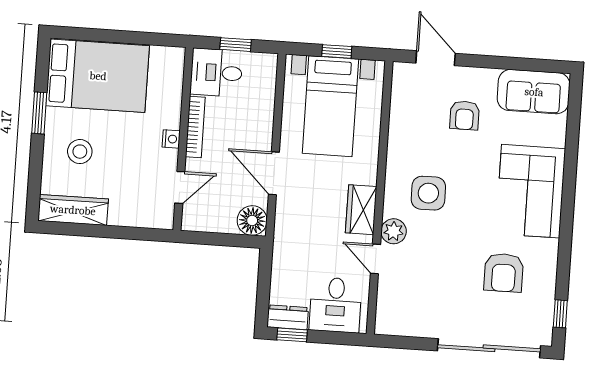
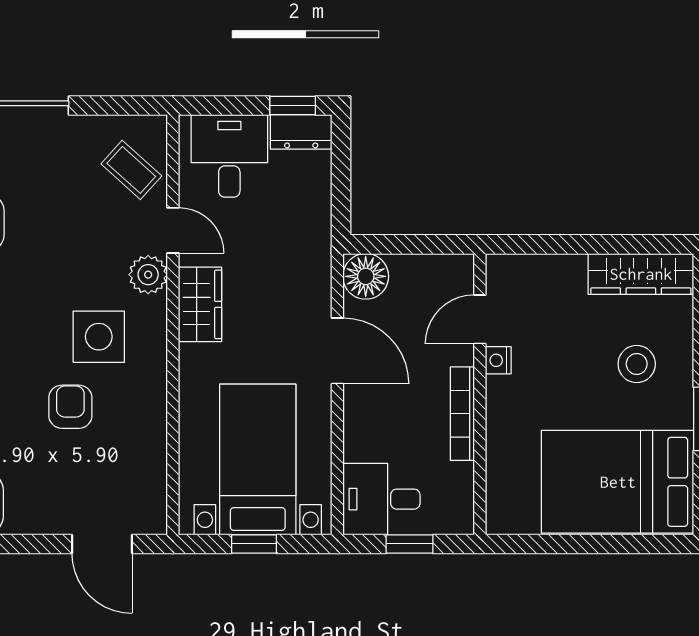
desk: (216, 73) -> (381, 499), moved, turned 180
armchair: (465, 115) -> (70, 407), moved
nightstand: (171, 139) -> (498, 360), moved
coffee table: (400, 300) -> (131, 170), added

